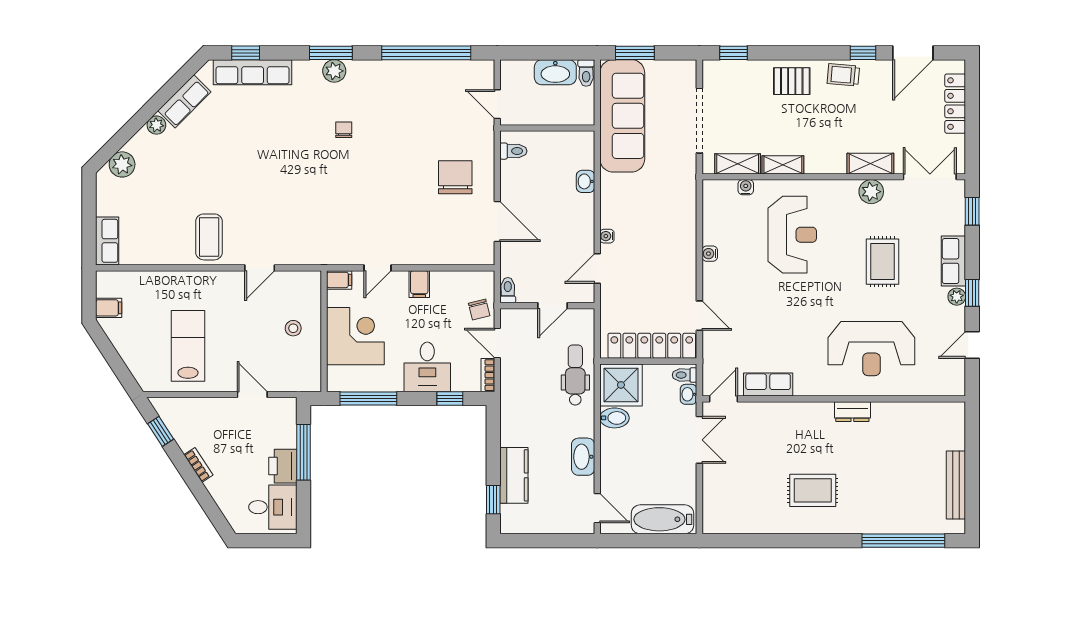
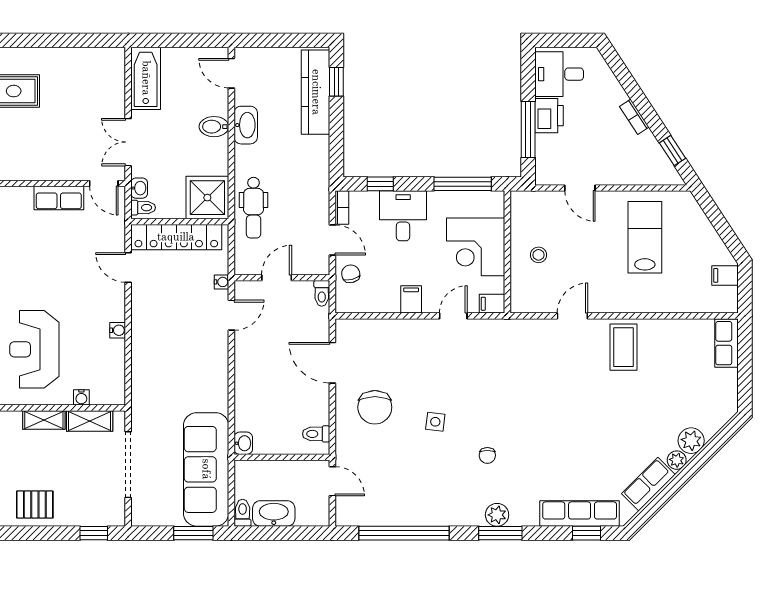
side table: (395, 163) -> (435, 422), added
plant: (122, 164) -> (691, 441), moved
washbasin: (585, 181) -> (243, 443), moved
water cooler: (607, 236) -> (222, 282), moved
lab bench: (188, 346) -> (645, 237), turned 180
door: (723, 399) -> (104, 183), hinge flipped
bidet: (614, 418) -> (214, 127), moved
kitchen counter: (514, 475) -> (316, 92), width x1.50
bathtub: (662, 519) -> (146, 78), moved, turned -90

